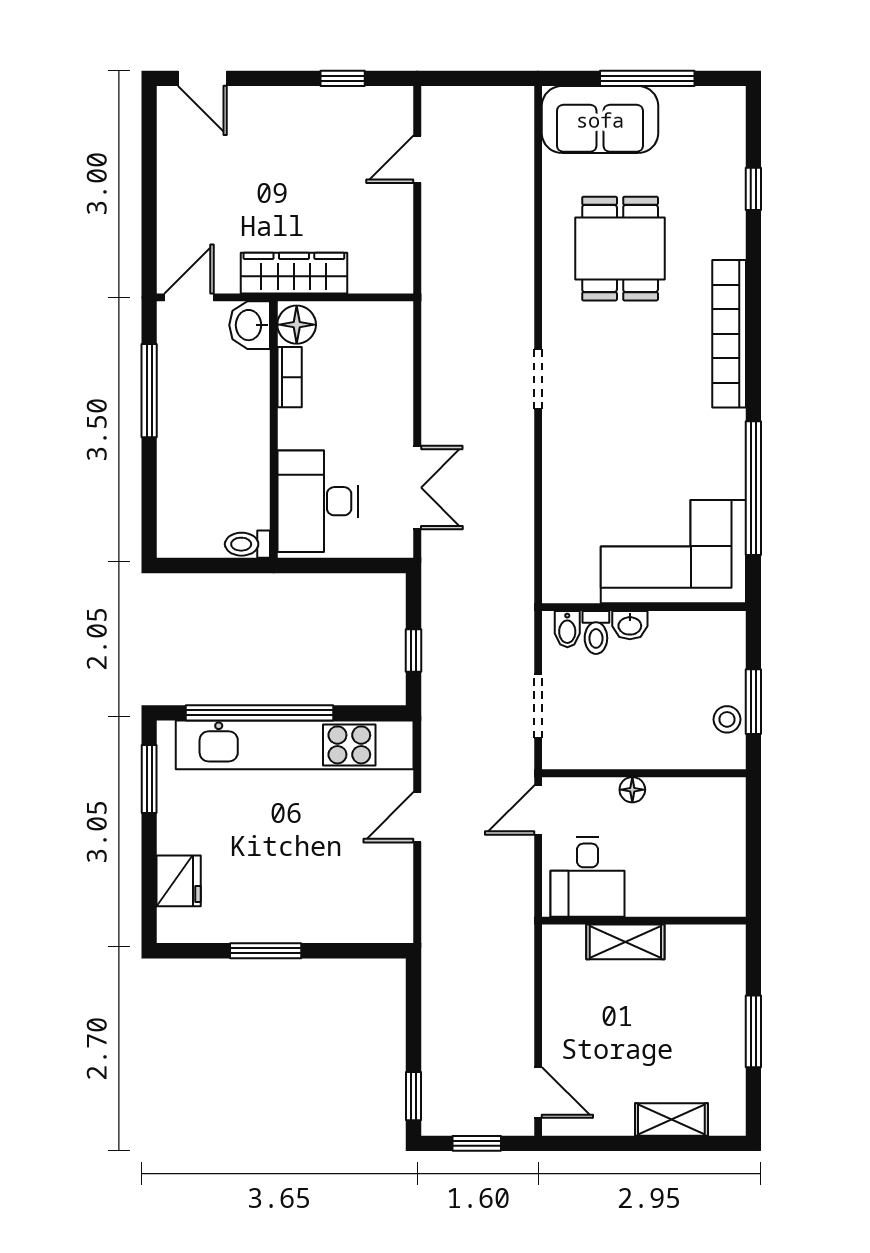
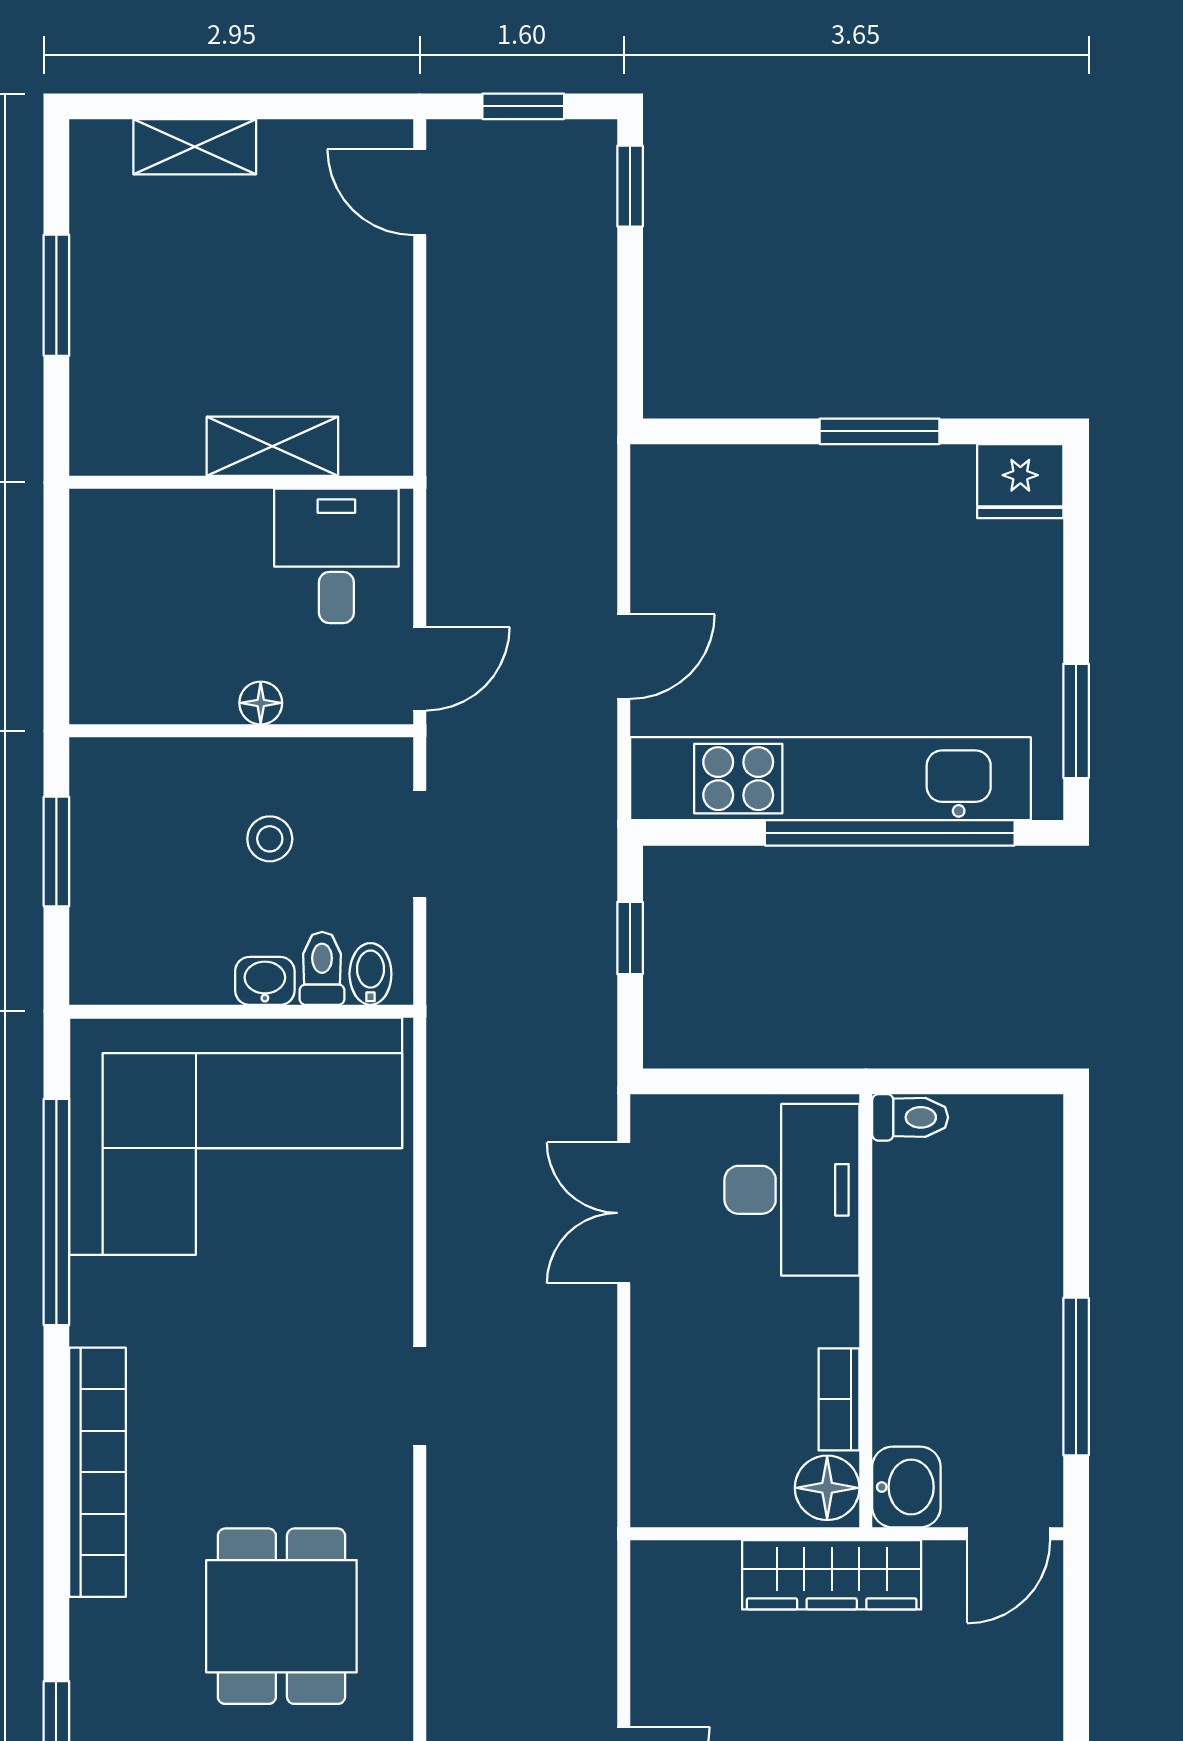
corner sofa: (673, 552) -> (236, 1136), width x1.36, depth x1.36
stool: (727, 719) -> (270, 839), moved
fridge: (179, 881) -> (1020, 481), moved, turned -90

